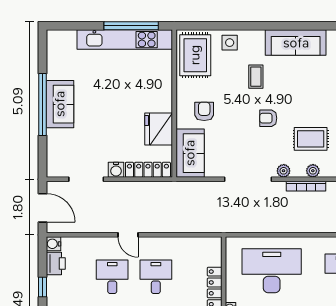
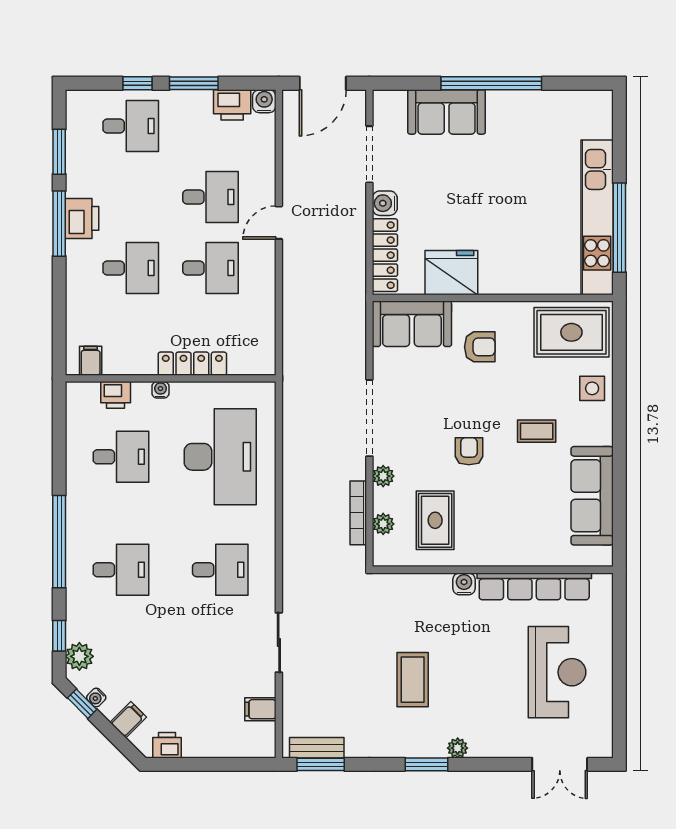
sofa: (60, 104) -> (447, 112), moved
window: (42, 287) -> (194, 83), width x1.50

